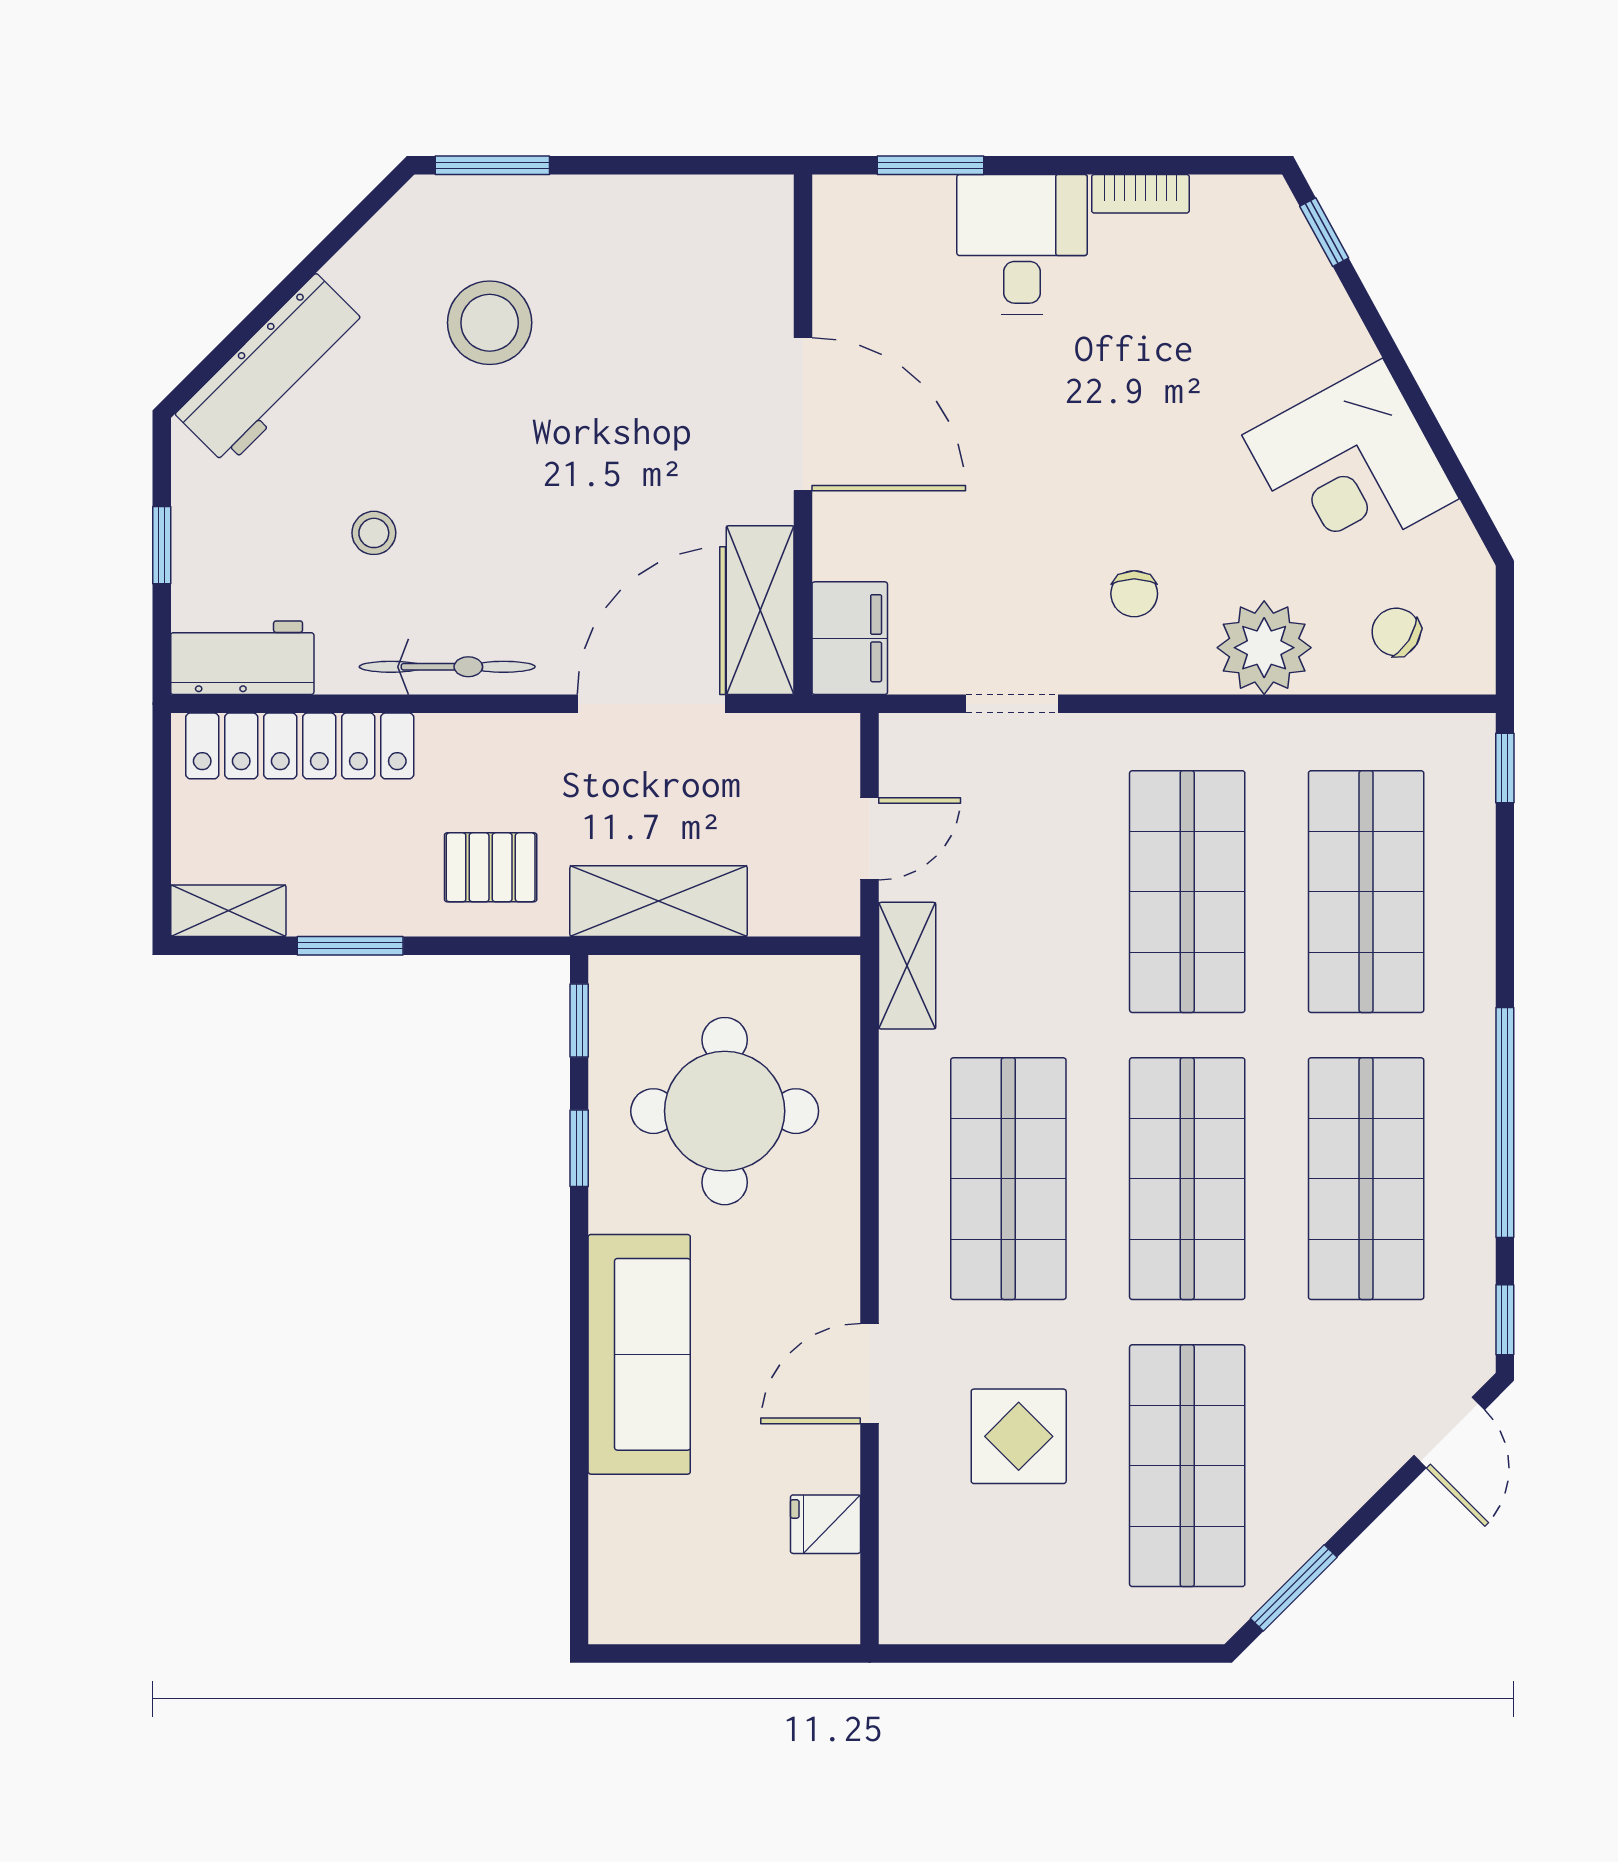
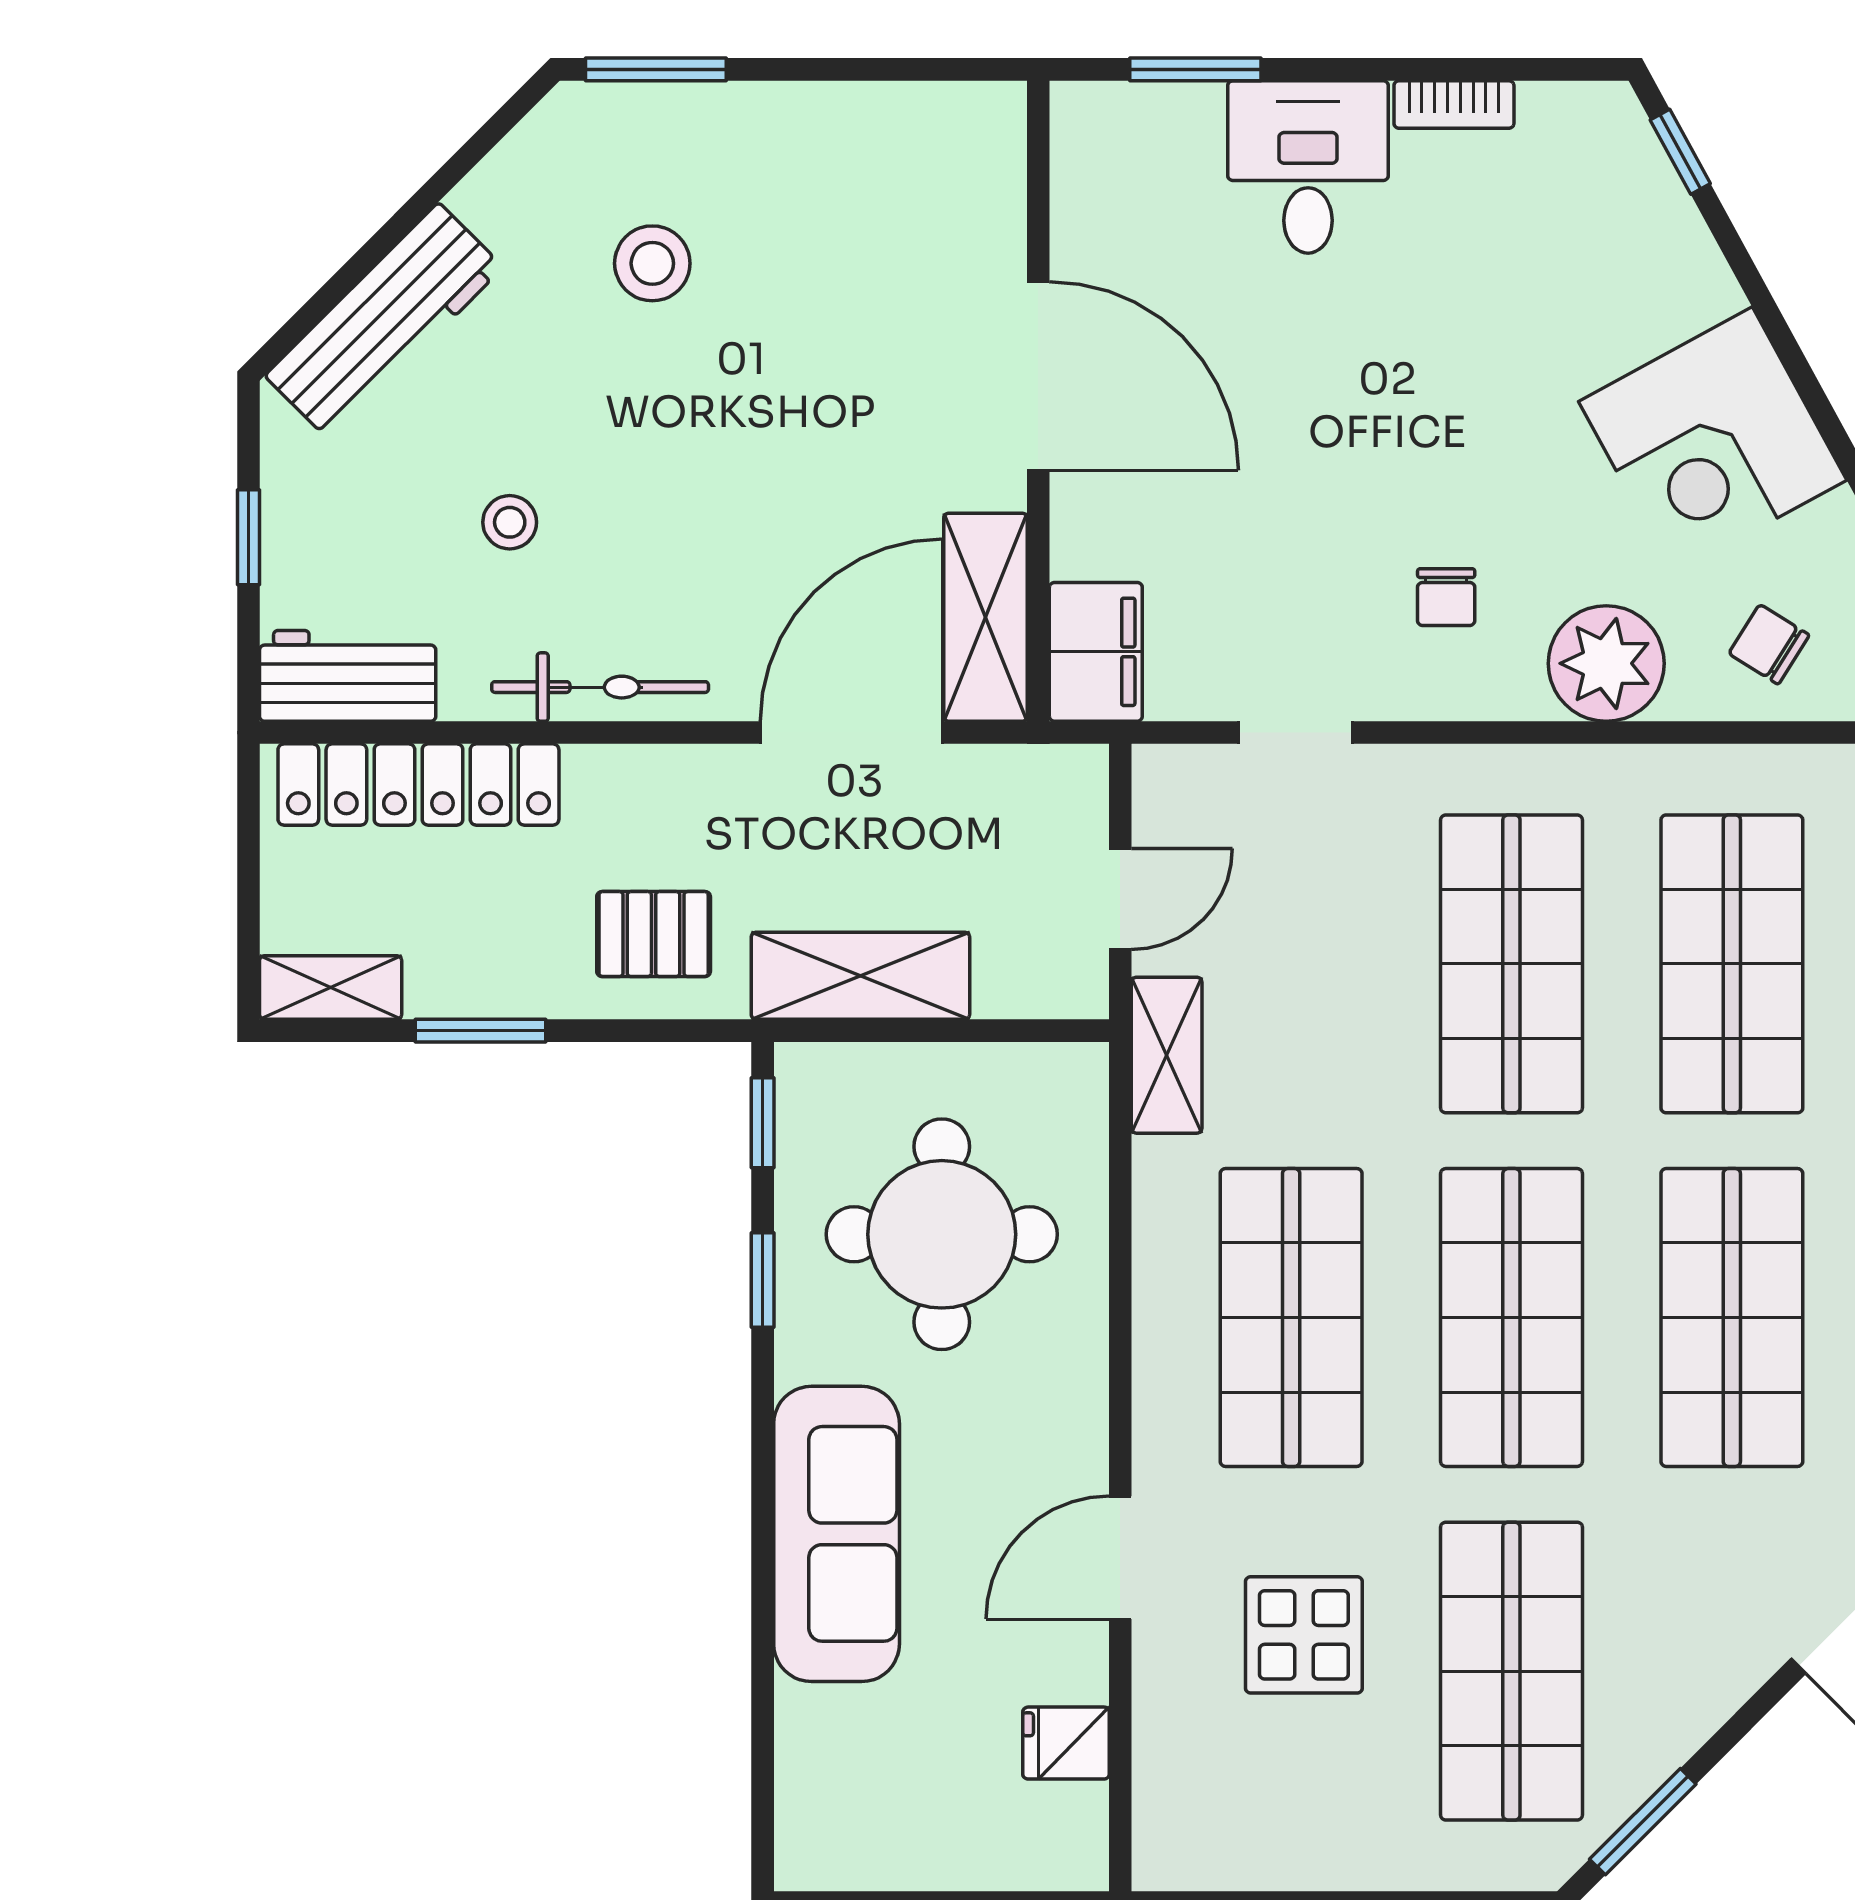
stool: (490, 323) -> (652, 263), width x0.73, depth x0.73

